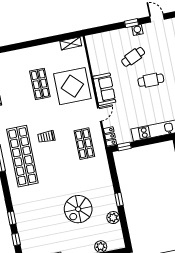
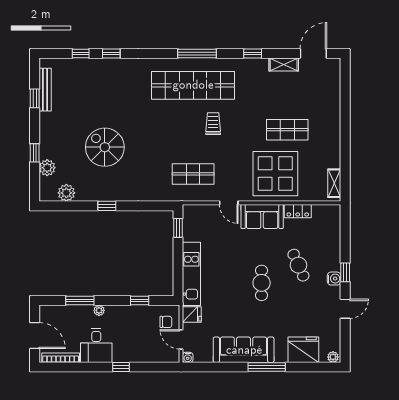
locker: (110, 136) -> (298, 211), moved
plant: (113, 218) -> (66, 193), moved

